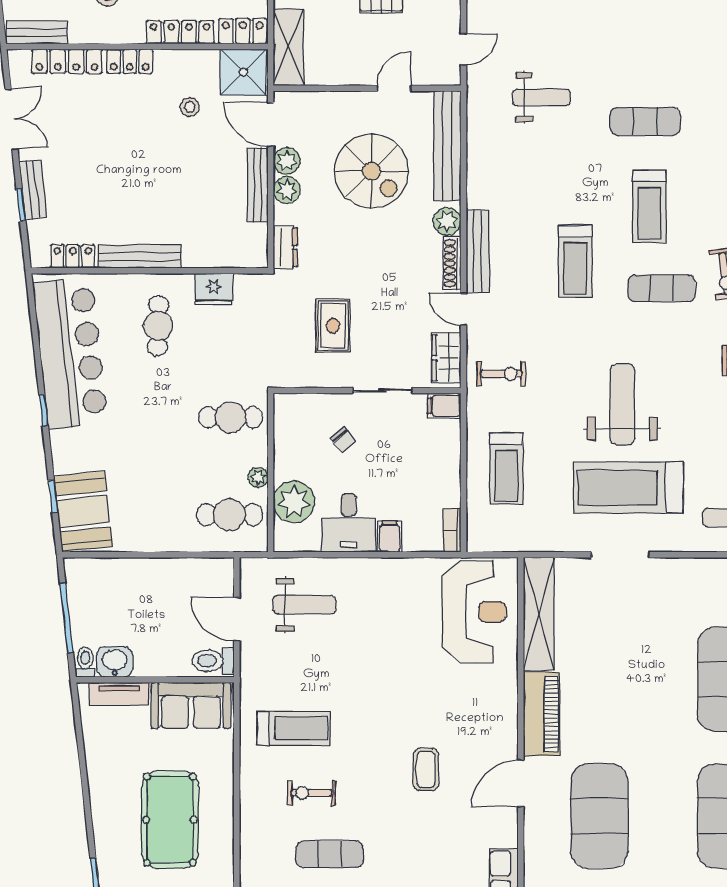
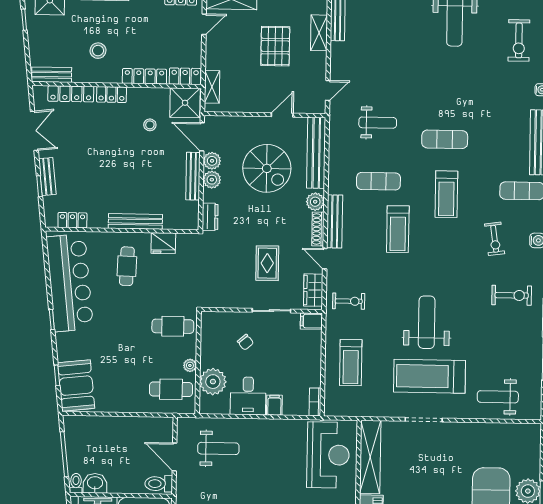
shelving: (288, 47) -> (212, 87), width x0.67, depth x0.75
bench: (140, 256) -> (135, 221), moved
exercise mat: (662, 288) -> (378, 181), moved
rug: (333, 326) -> (267, 263), moved

